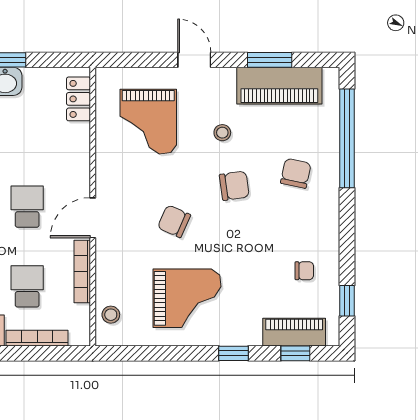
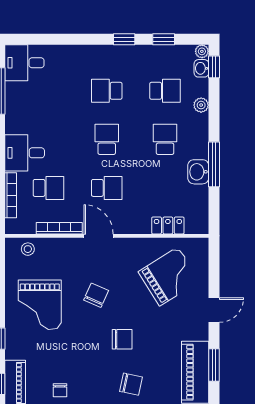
locker: (78, 99) -> (168, 225), moved
grand piano: (148, 122) -> (169, 276), turned 148
stool: (222, 133) -> (161, 330), removed
chair: (234, 186) -> (122, 339), turned -82

